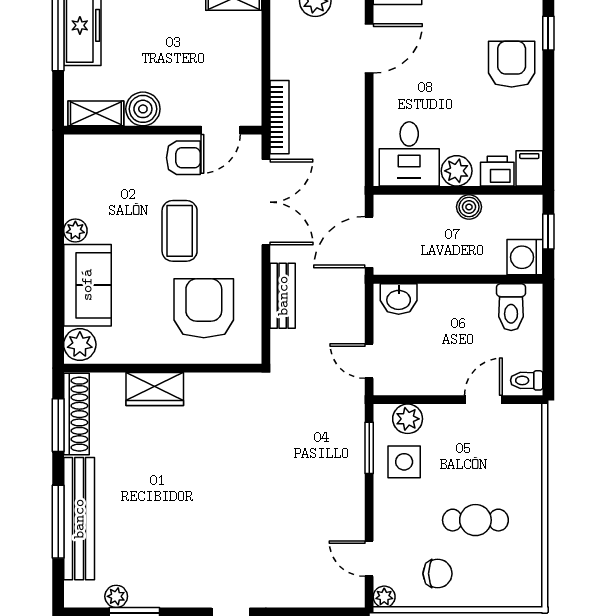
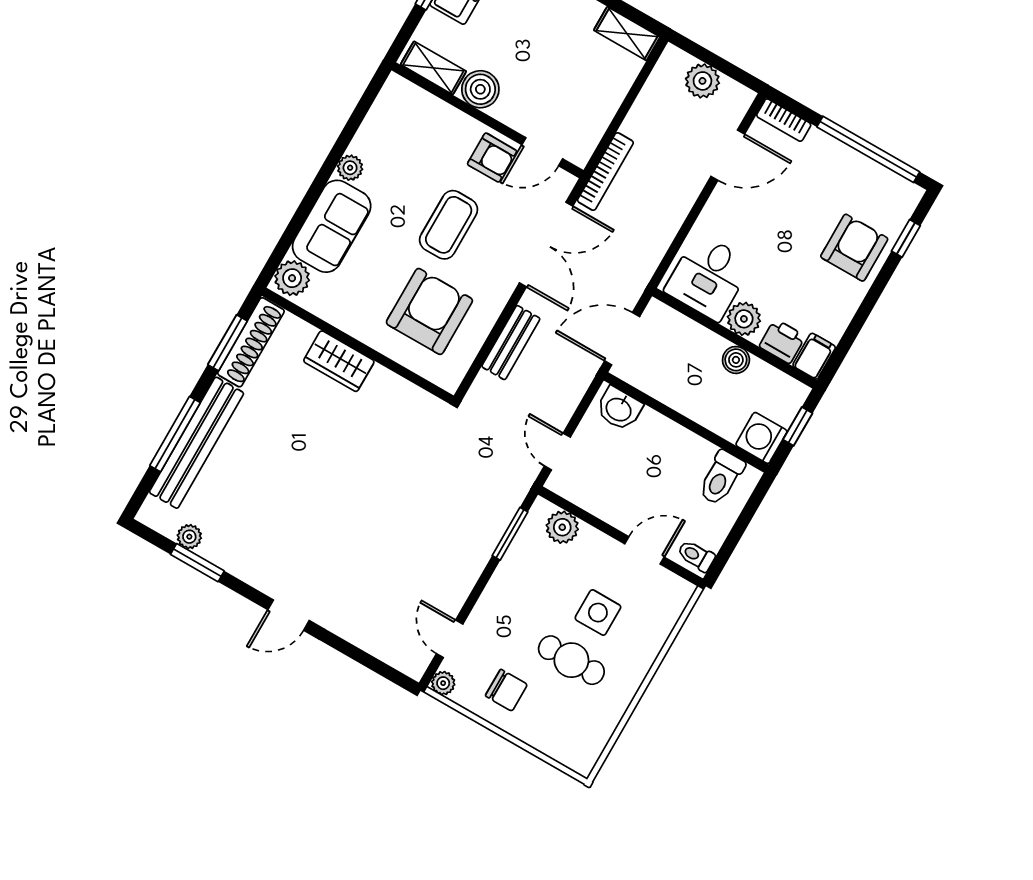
side table: (404, 462) -> (598, 613), moved

